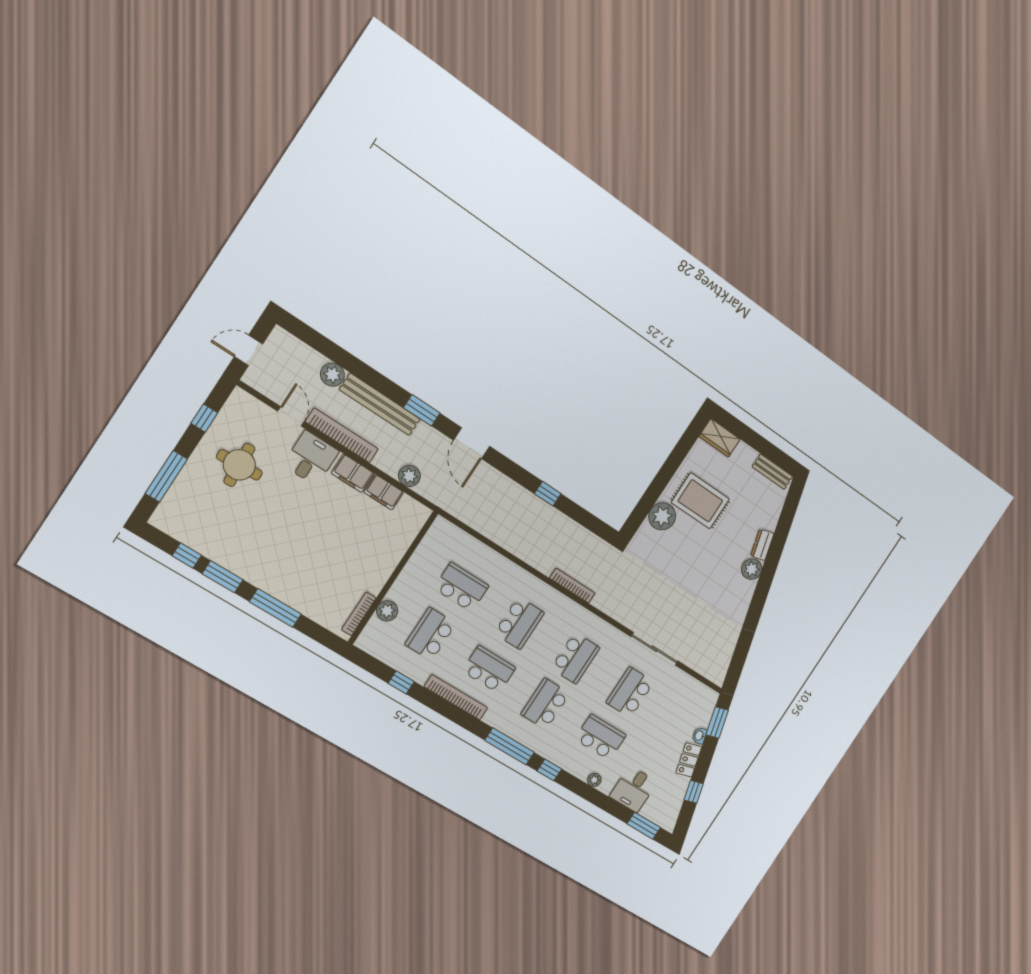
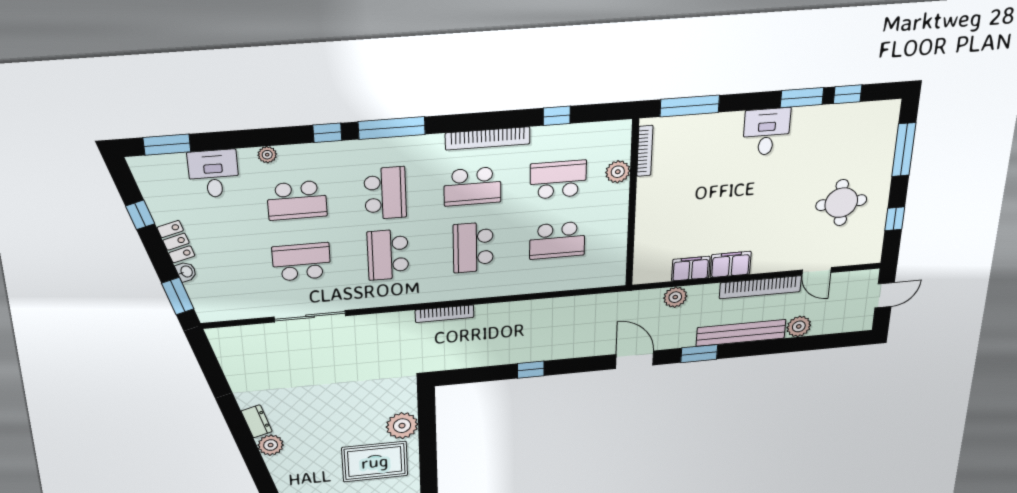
desk: (311, 458) -> (766, 132), moved, turned 180
dresser: (762, 545) -> (257, 421), moved
window: (275, 608) -> (690, 106), moved
school desk: (431, 634) -> (558, 180), turned -90
school desk: (630, 692) -> (301, 262), turned -90

